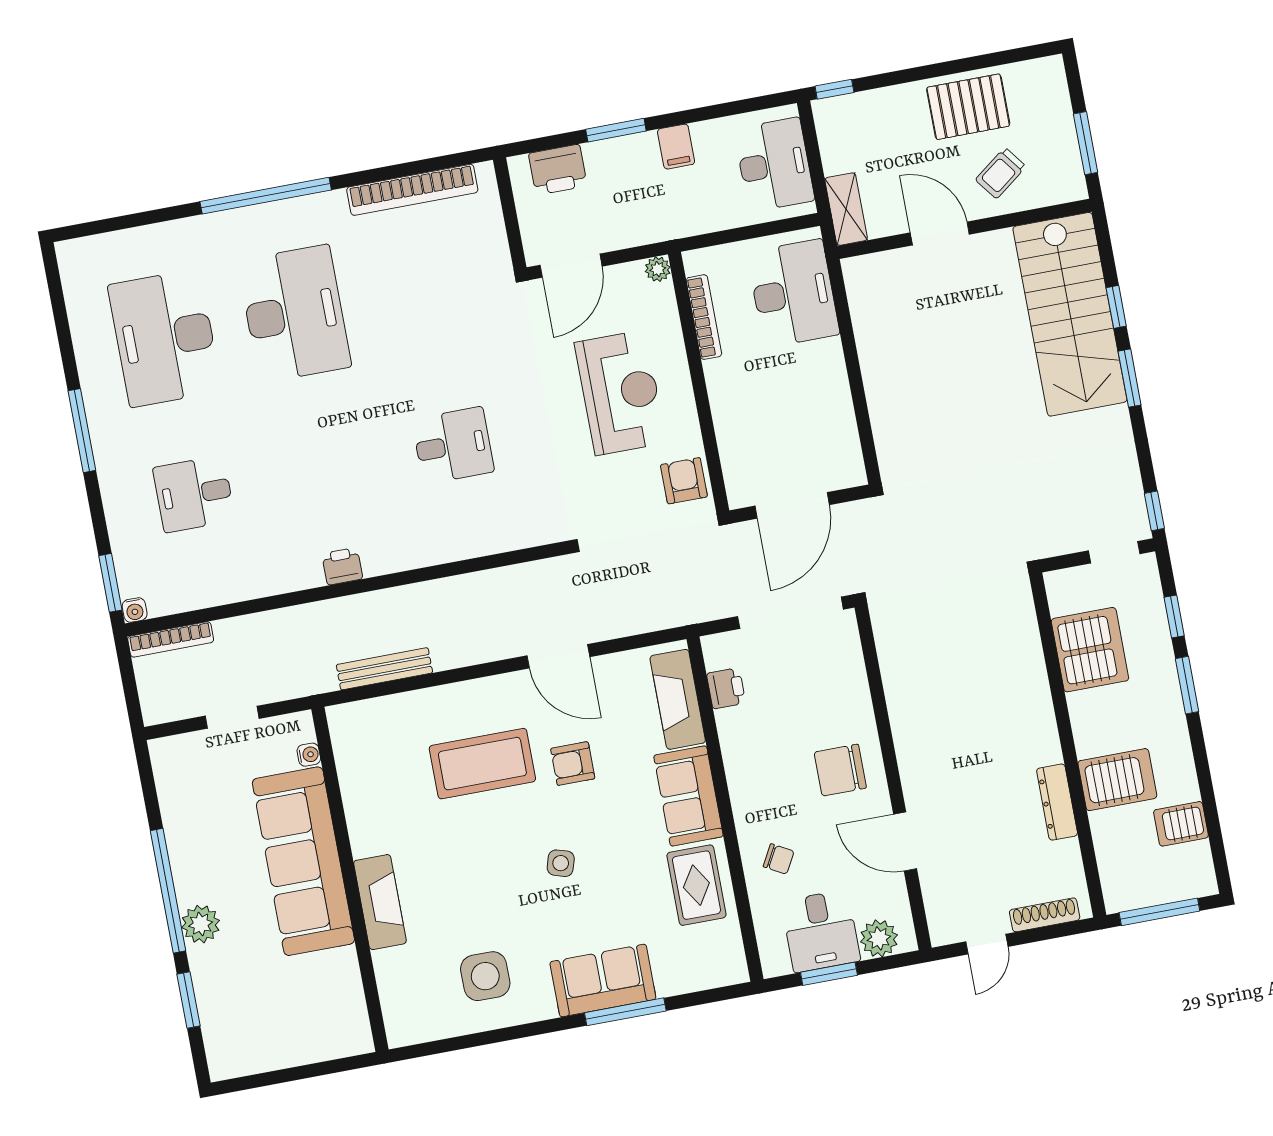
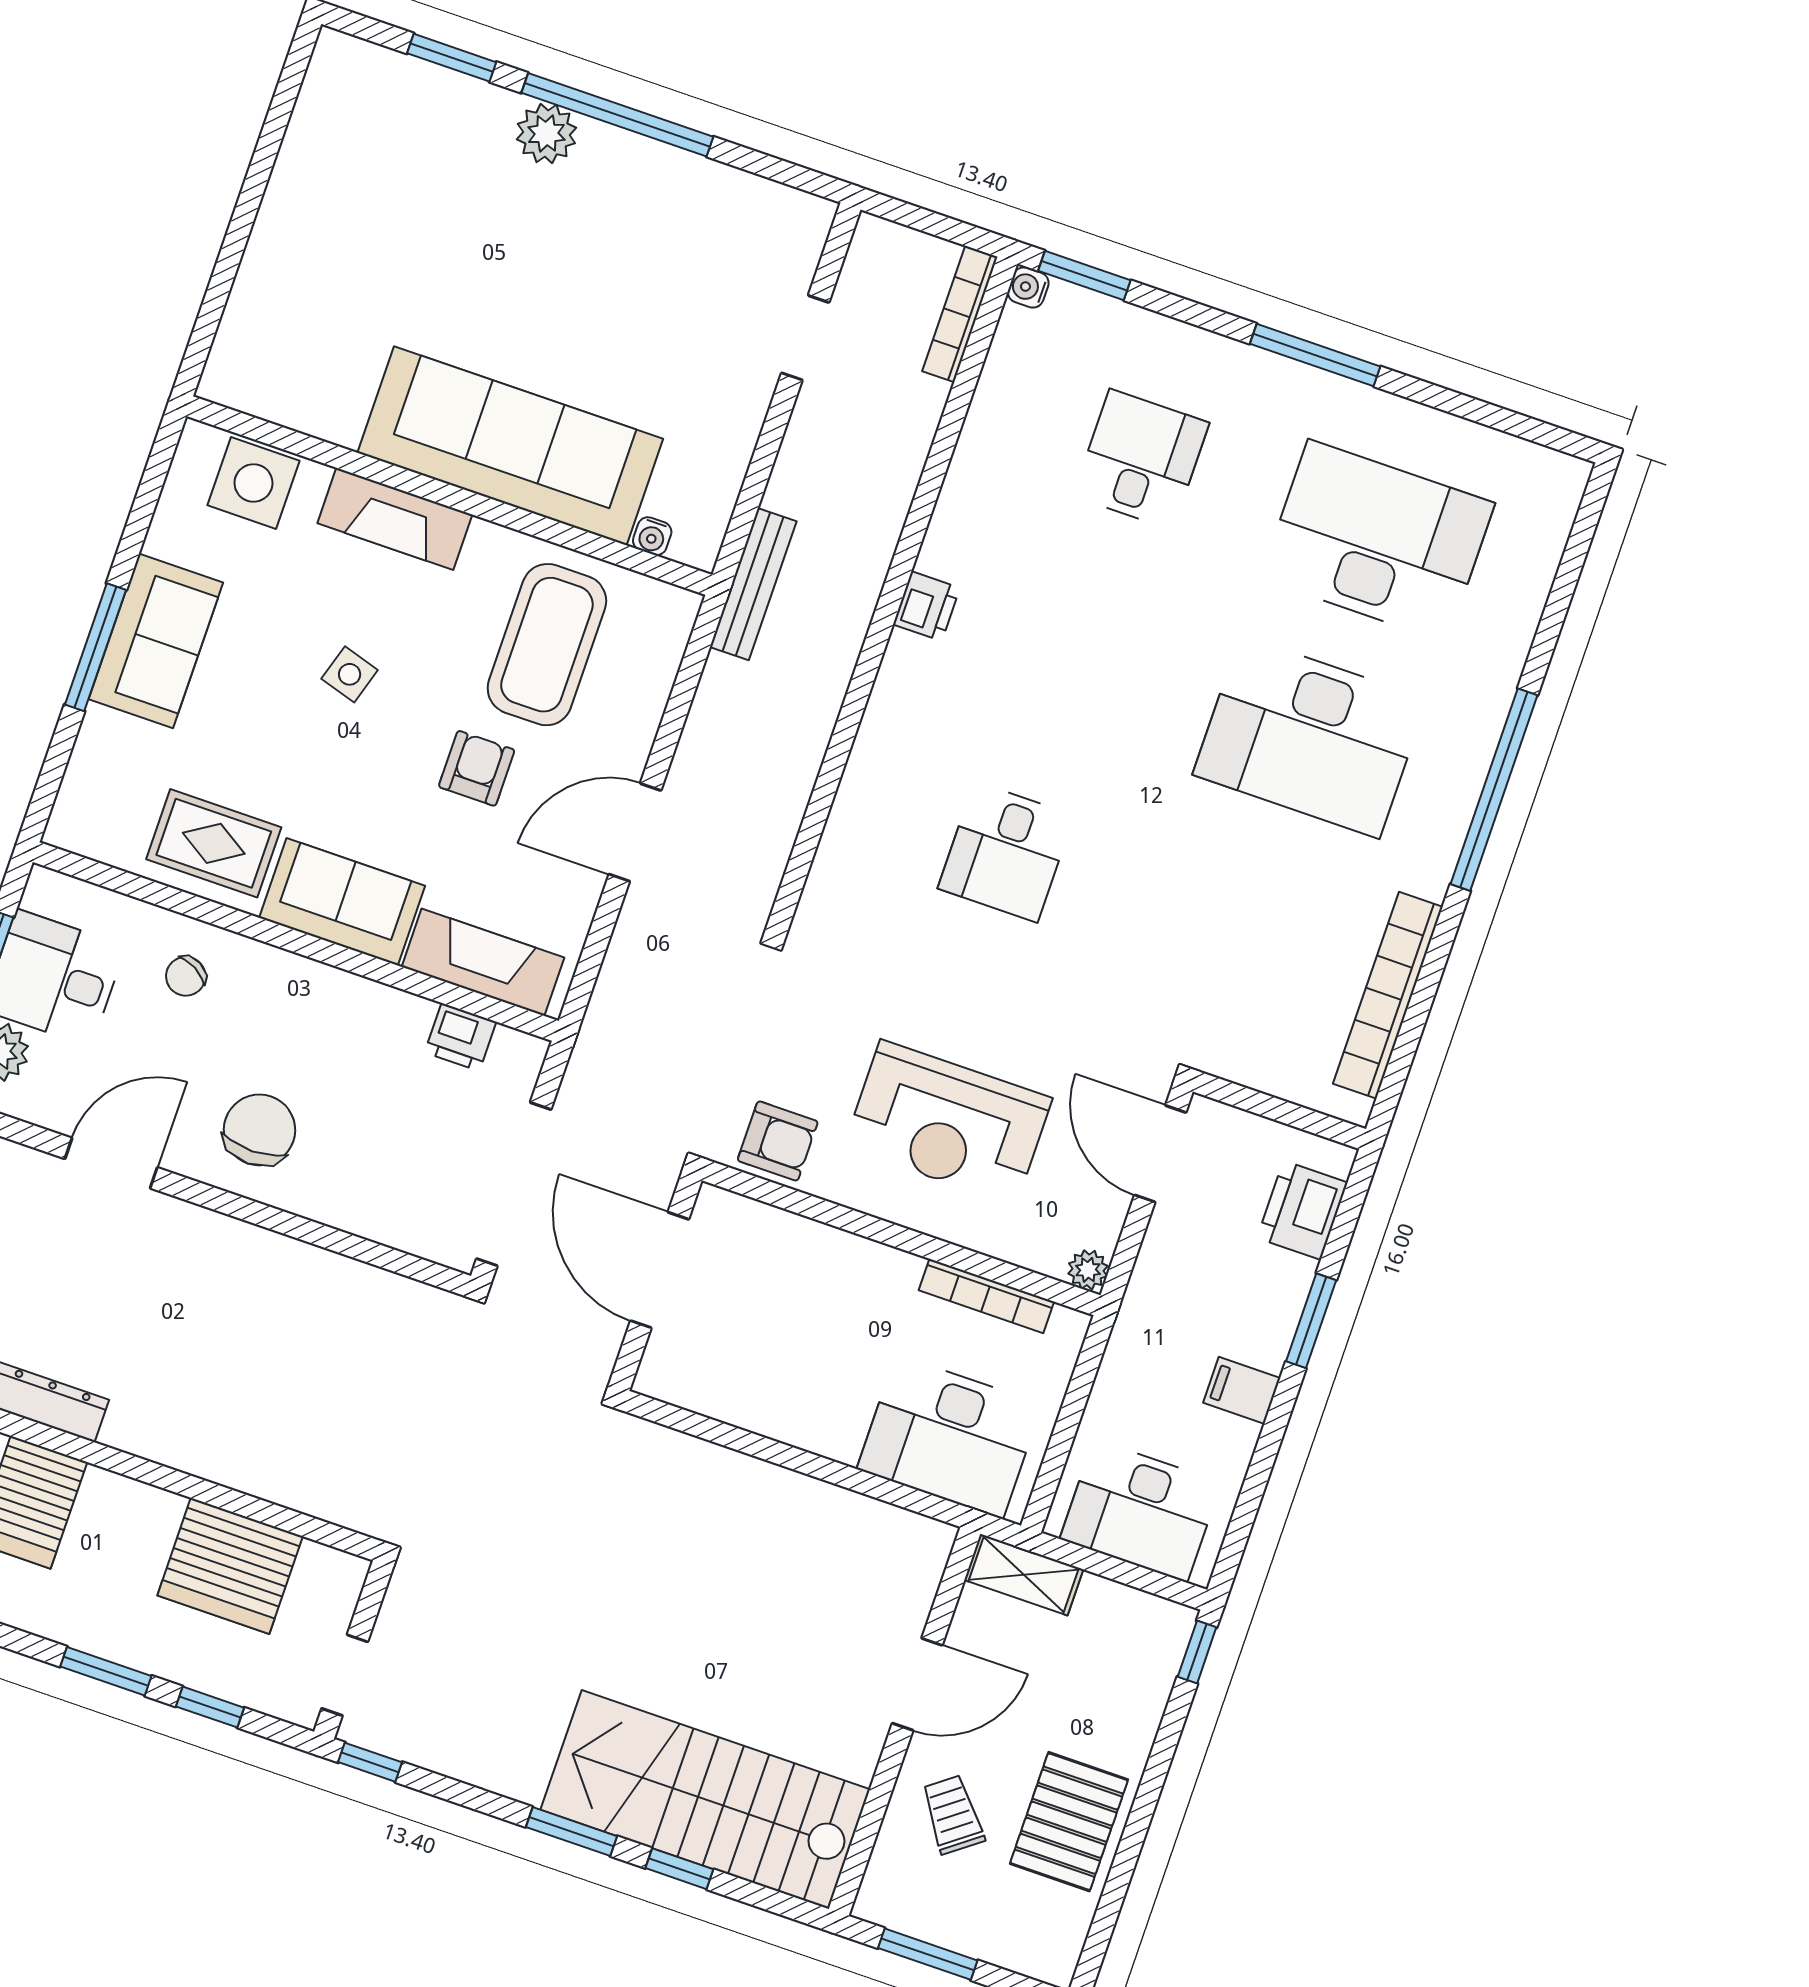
water cooler: (309, 755) -> (652, 536), moved
sofa: (303, 861) -> (510, 446), moved
wall: (350, 879) -> (449, 496), moved
fireplace: (380, 902) -> (395, 519), moved

